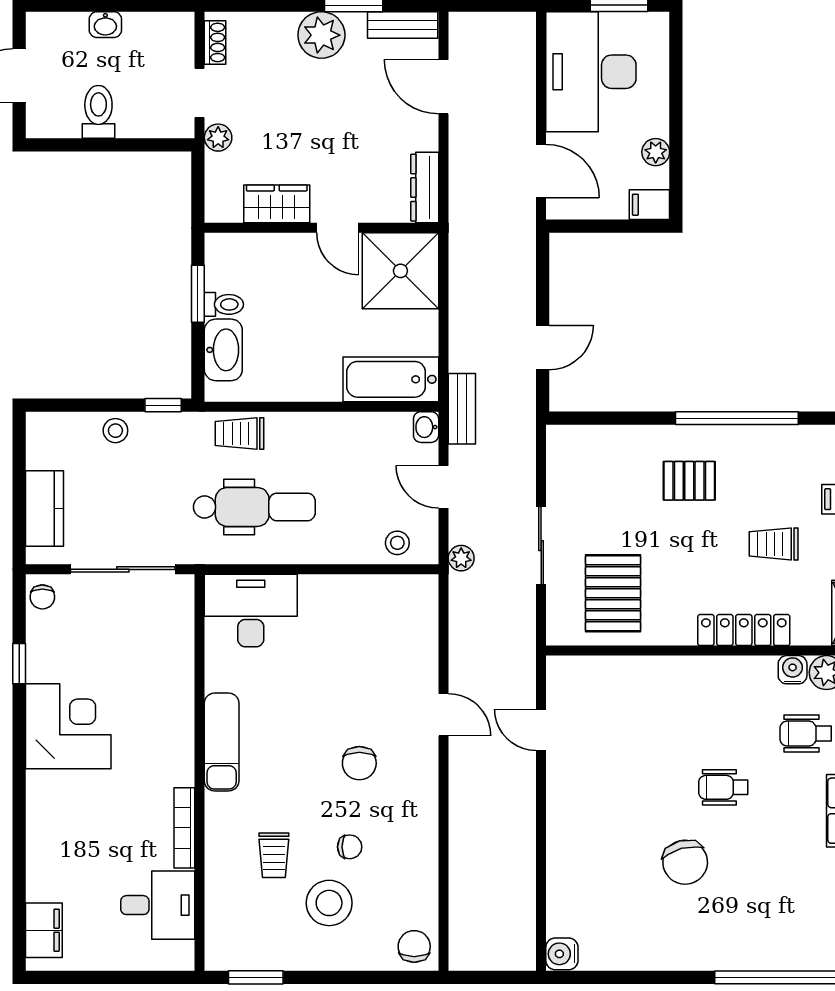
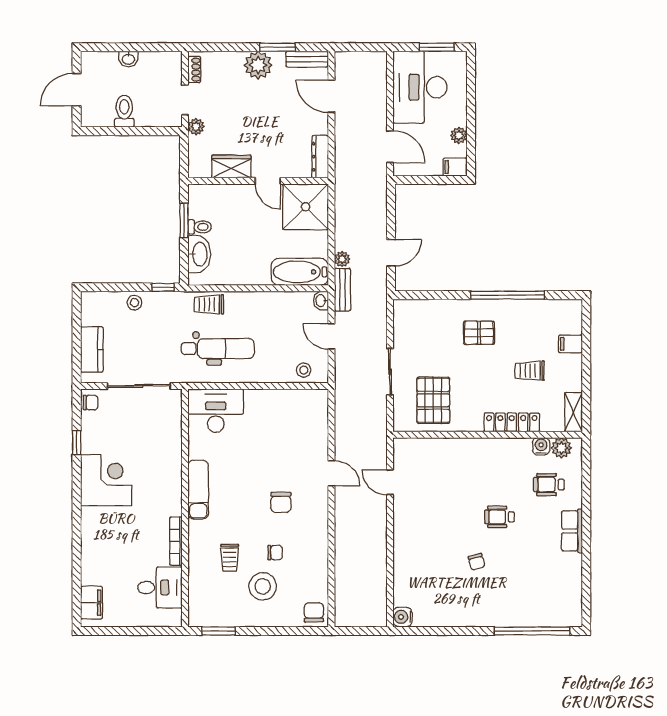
plant: (461, 558) -> (342, 259), moved
chair: (42, 597) -> (91, 403), turned -90
chair: (685, 862) -> (477, 562), width x0.54, depth x0.54

